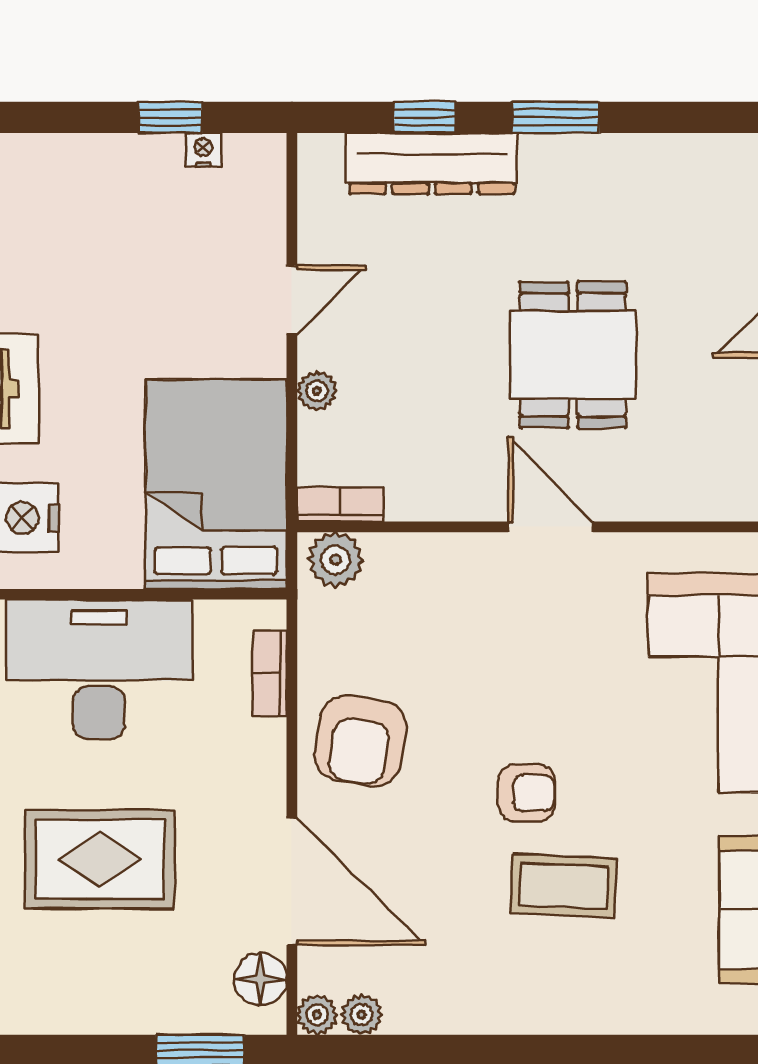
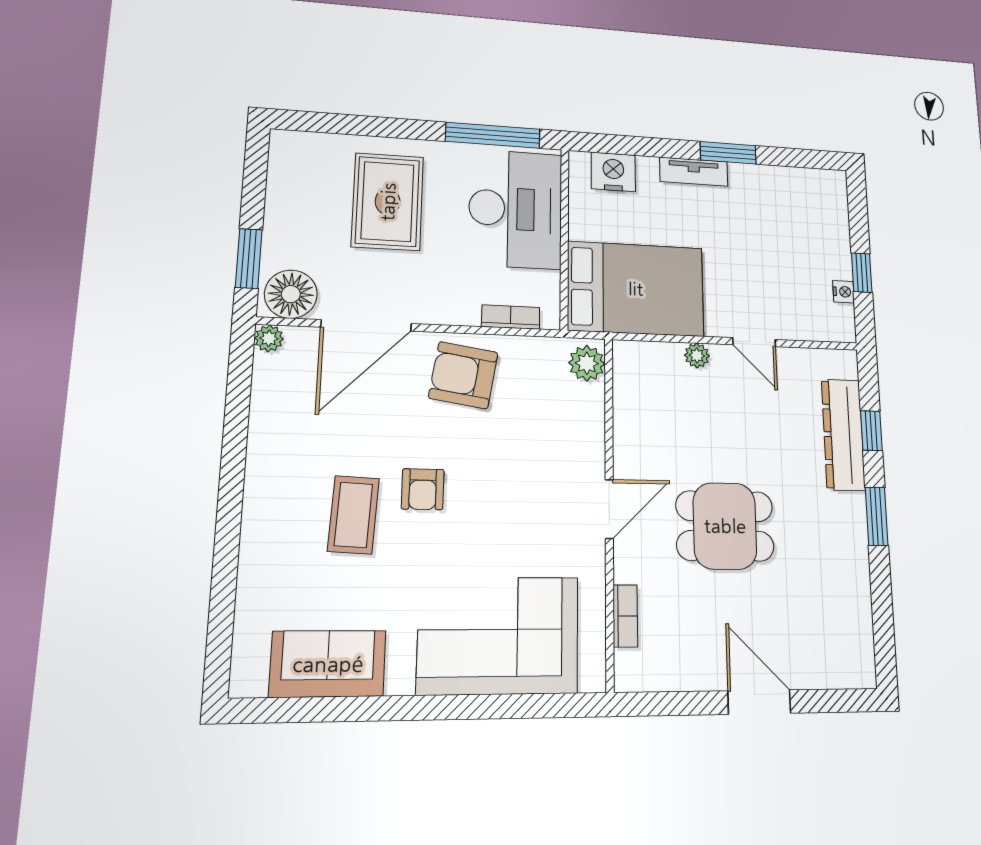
bookcase: (340, 504) -> (625, 616), moved
floor lamp: (260, 979) -> (291, 294), width x1.38, depth x1.38
plant: (362, 1015) -> (267, 369), removed

